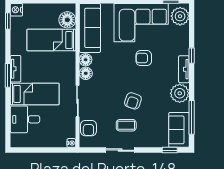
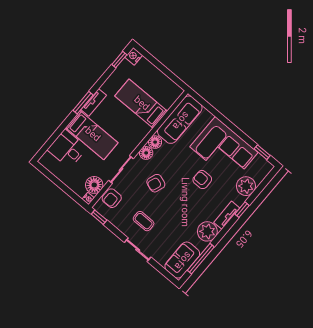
plant: (180, 16) -> (246, 186), moved
floor lamp: (67, 20) -> (94, 185), moved
armchair: (133, 101) -> (156, 183), moved
sliding door: (120, 150) -> (138, 250), moved
window: (170, 150) -> (99, 217), moved

